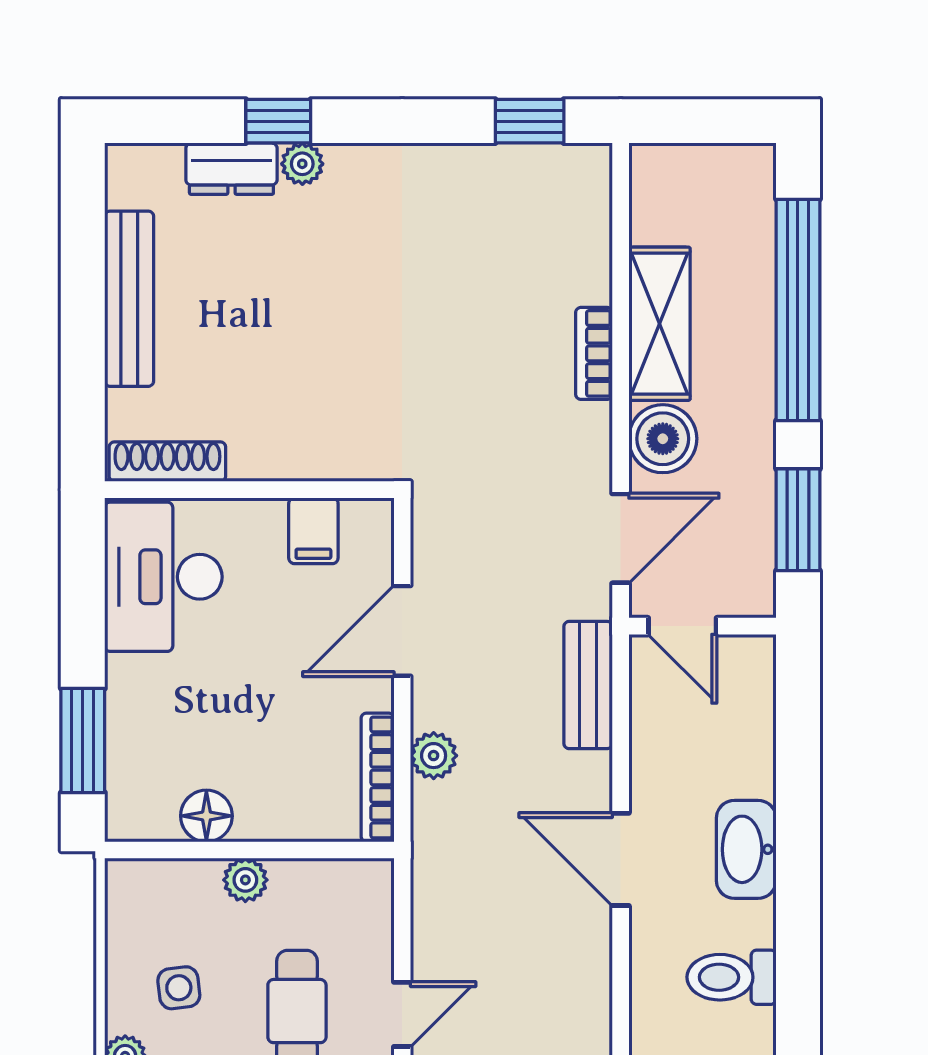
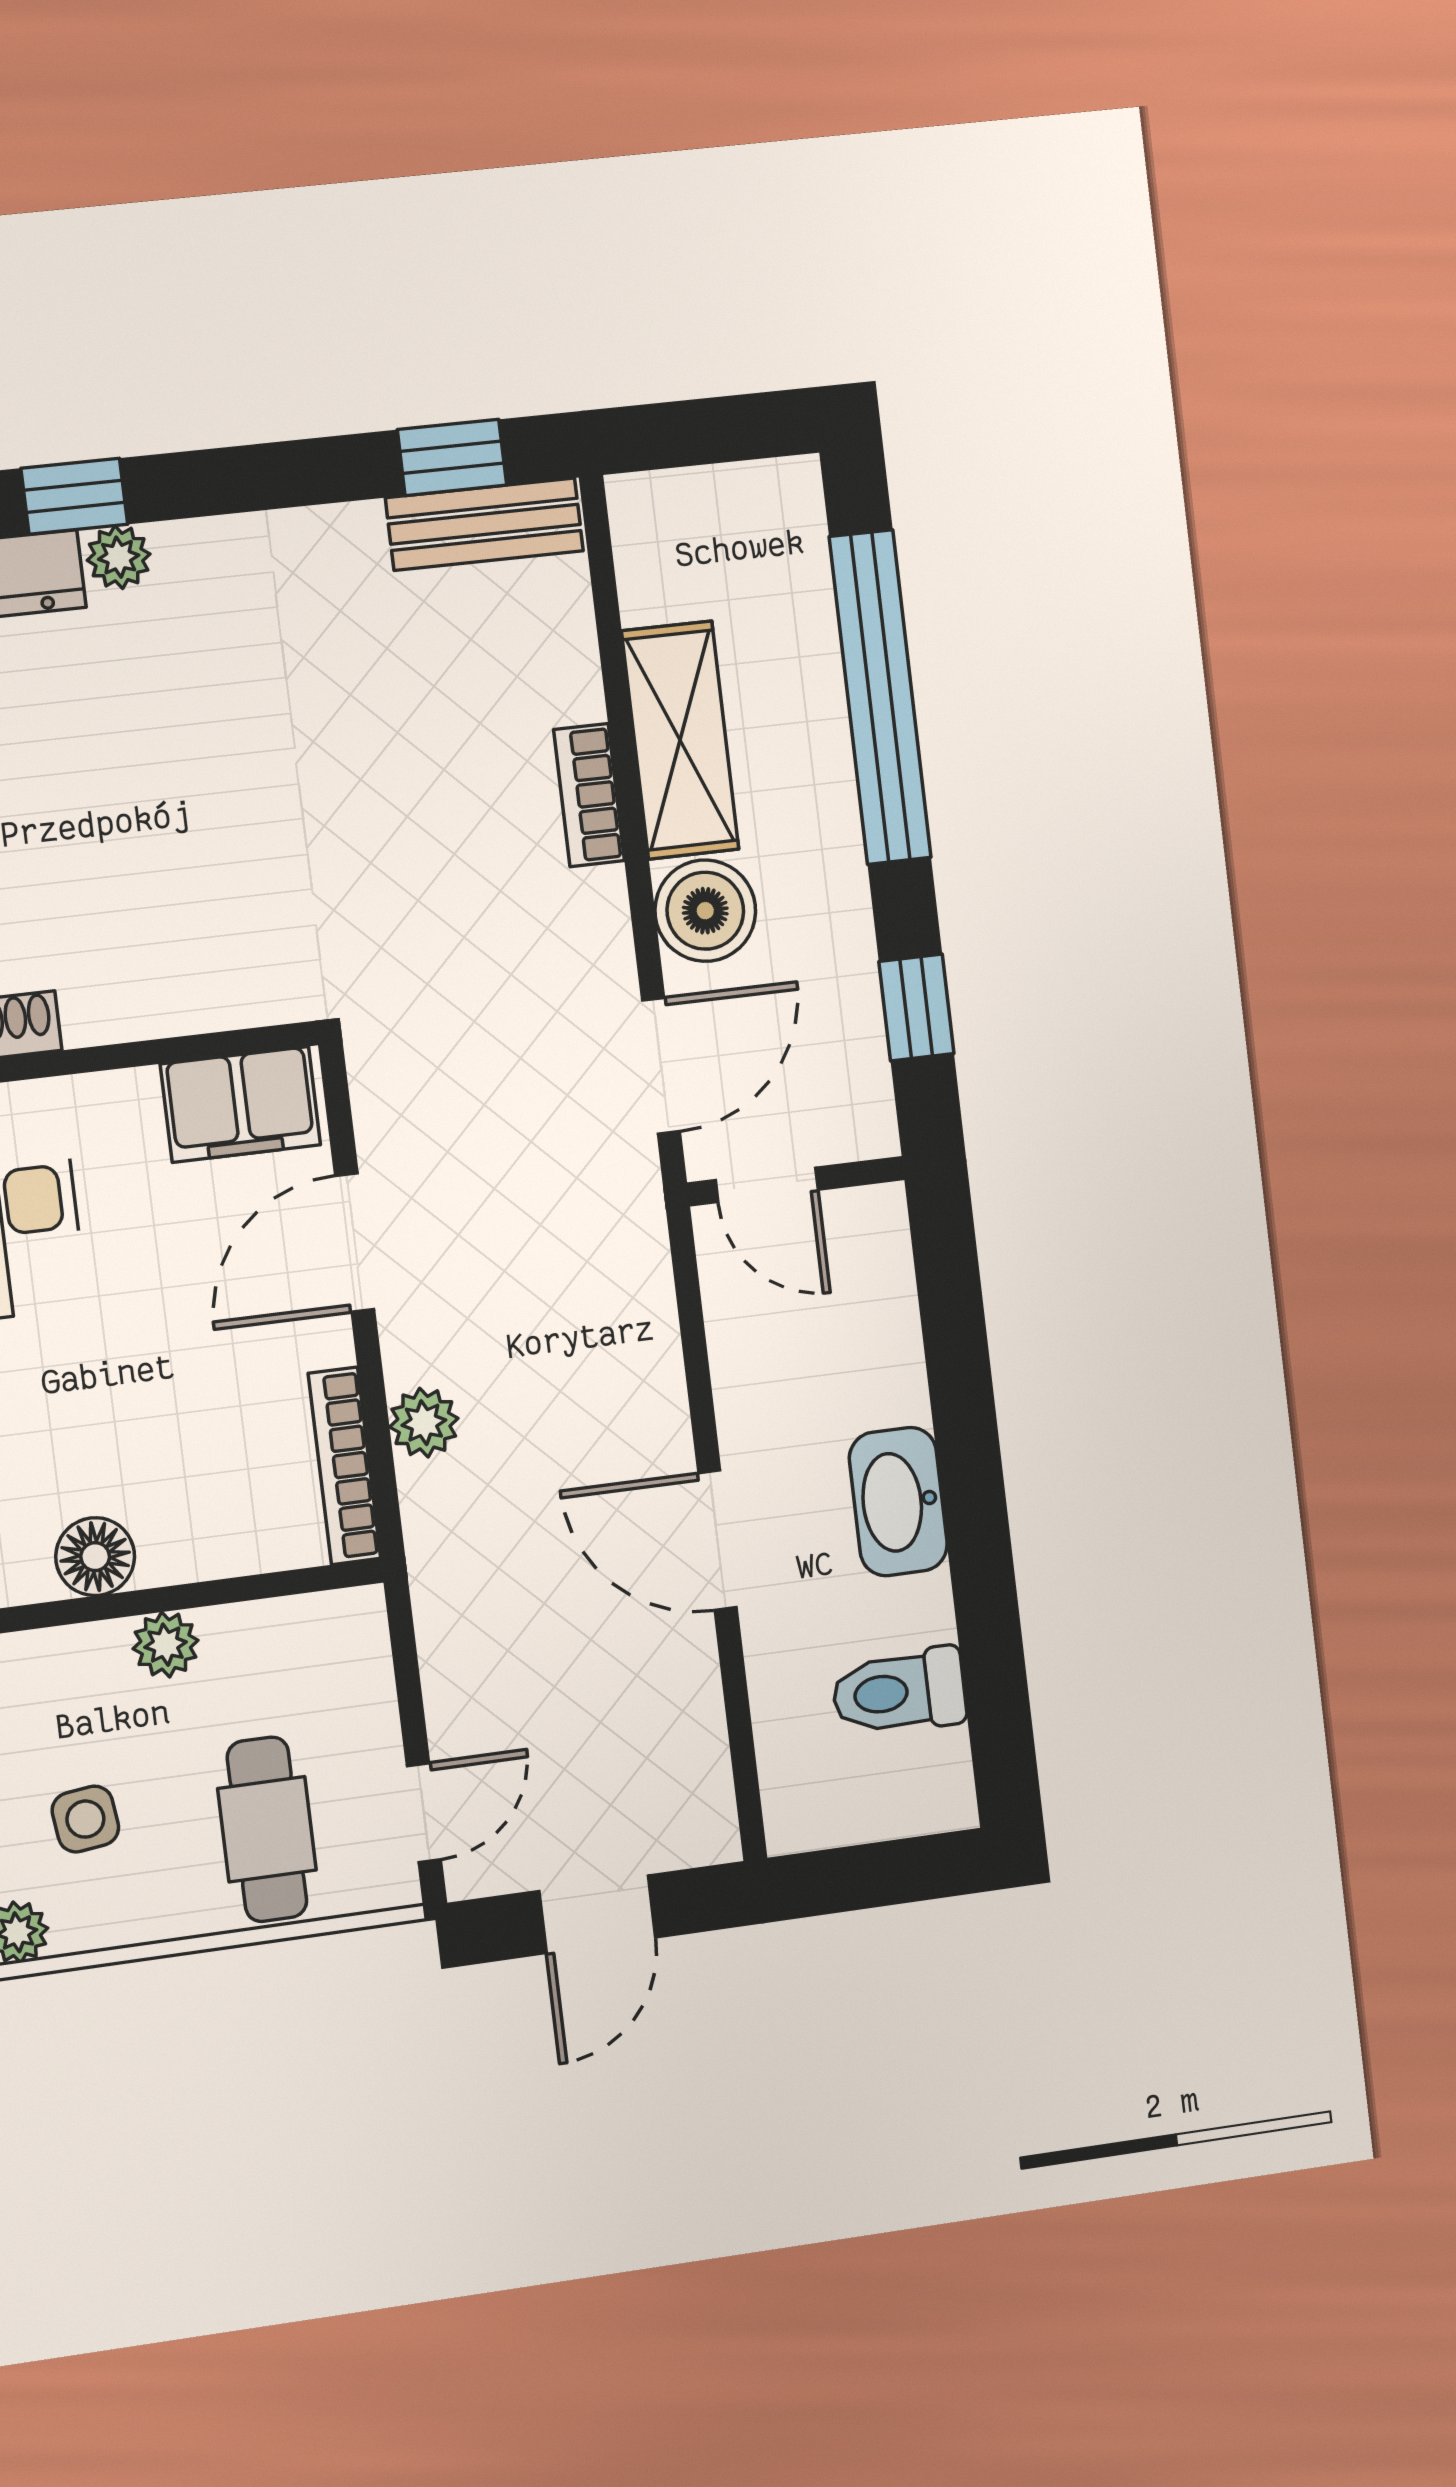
window: (798, 520) -> (916, 1007), width x0.67
filing cabinet: (313, 531) -> (240, 1104), width x2.00
bench: (588, 685) -> (484, 524), moved, turned 90

